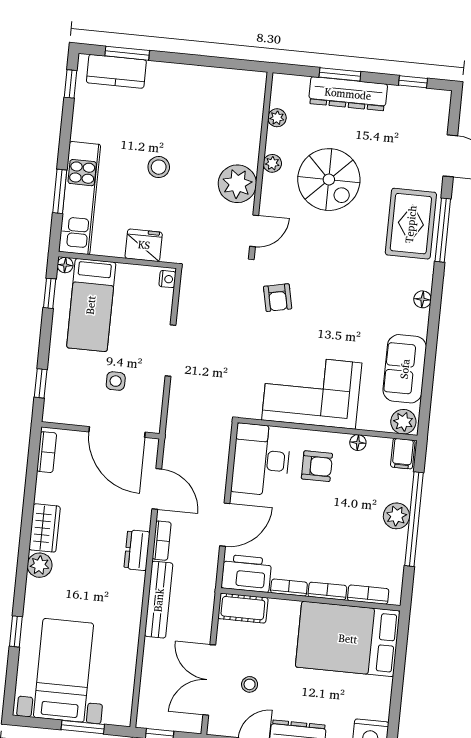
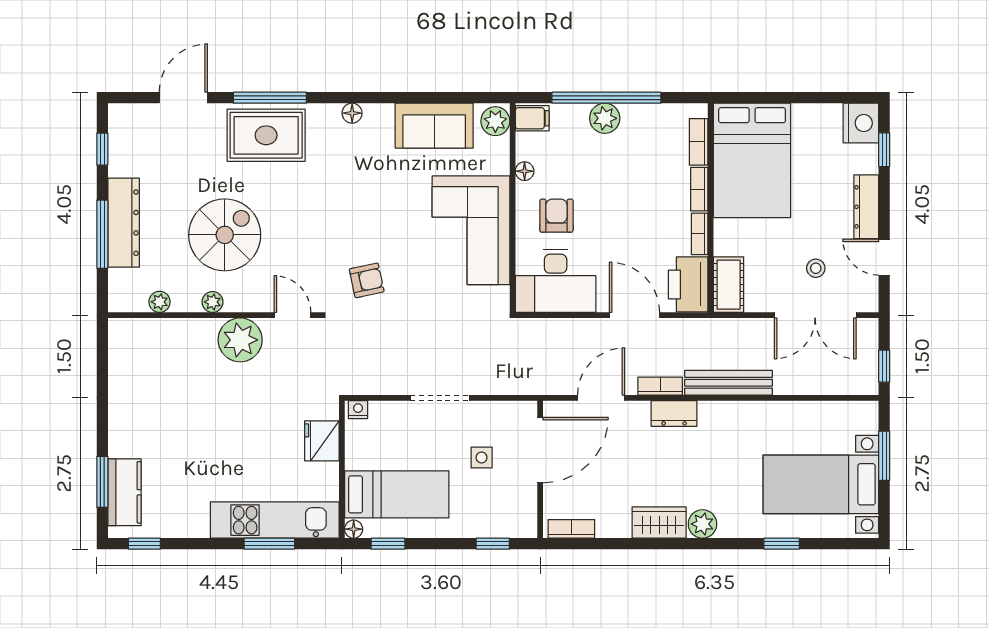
window: (340, 74) -> (102, 234), width x1.44
stool: (159, 167) -> (230, 432), removed

